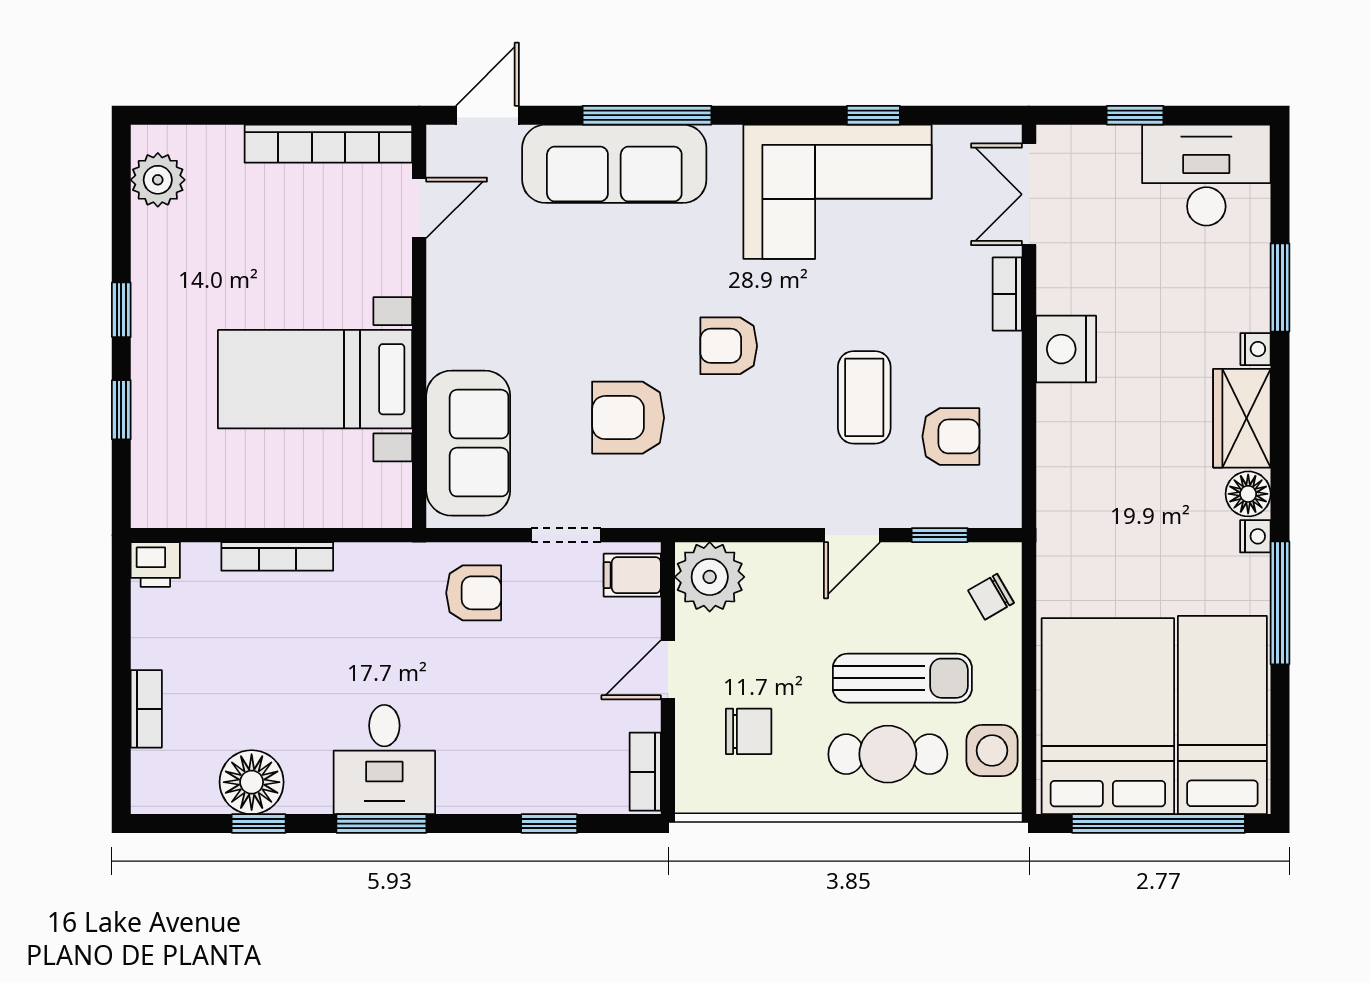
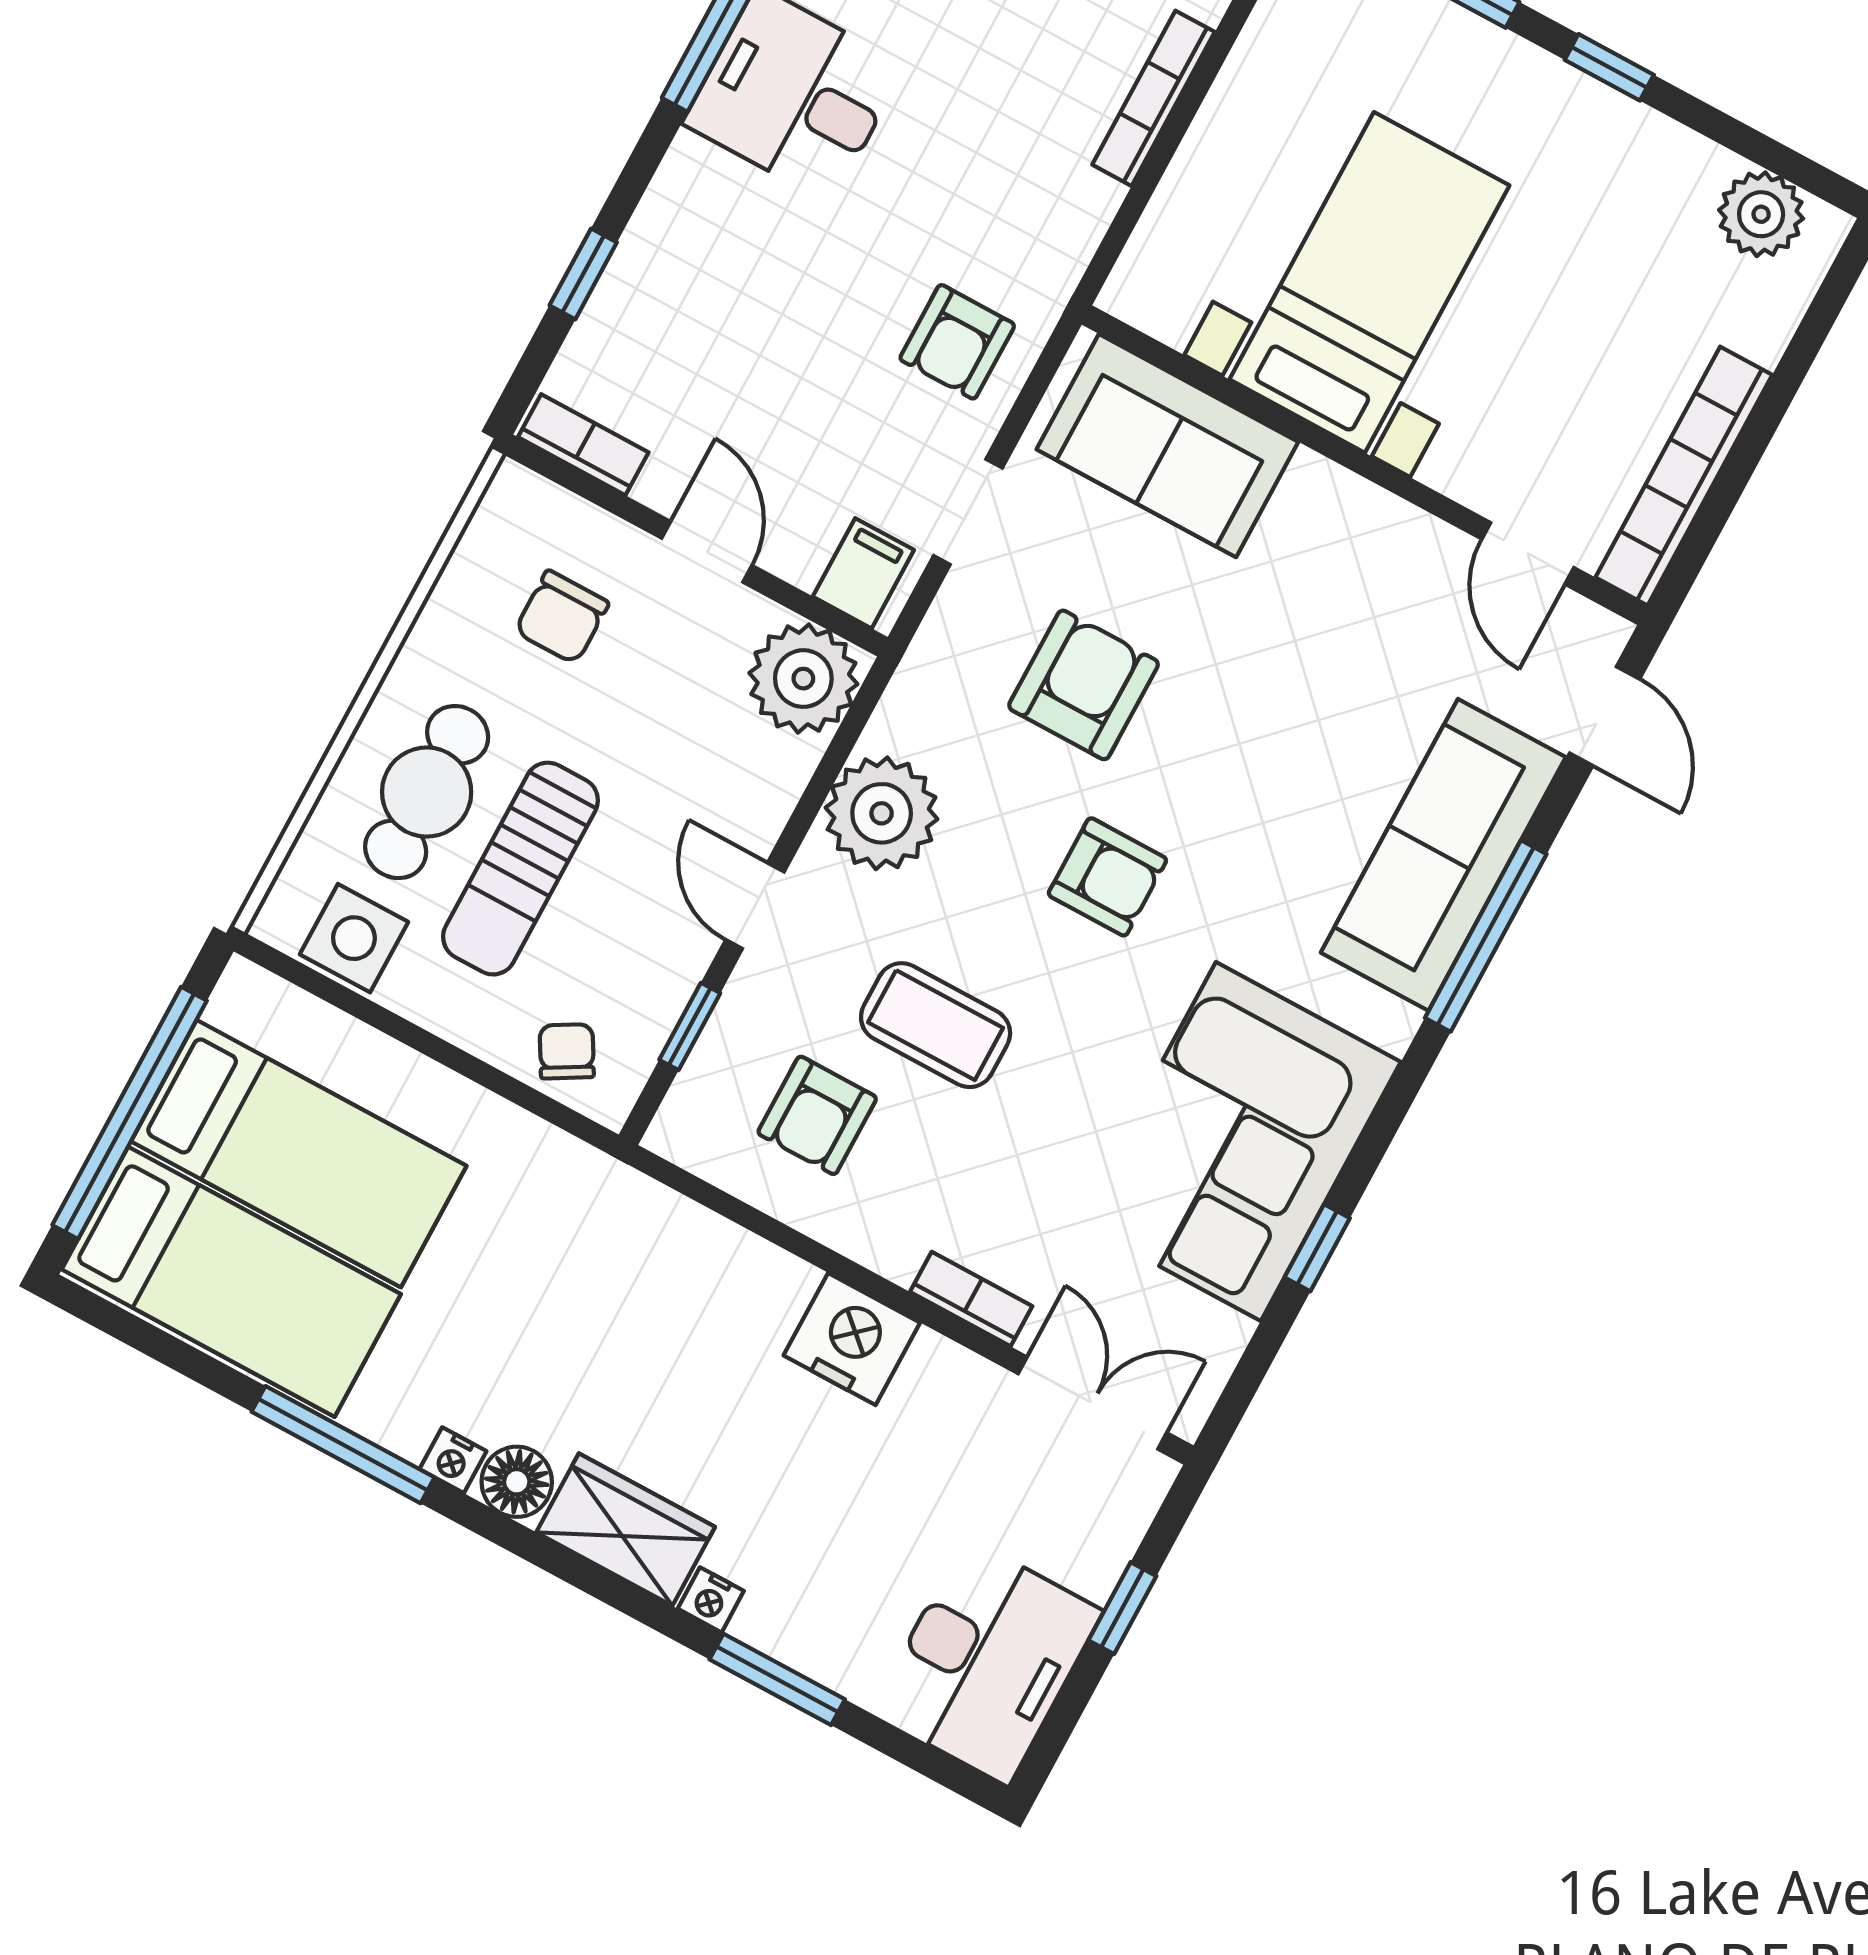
armchair: (729, 346) -> (1107, 877), turned 90
plant: (762, 492) -> (882, 813), added
bed: (1108, 716) -> (299, 1154), width x0.67

